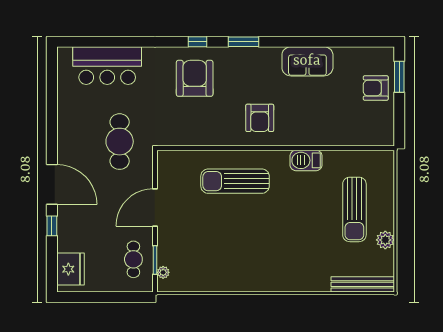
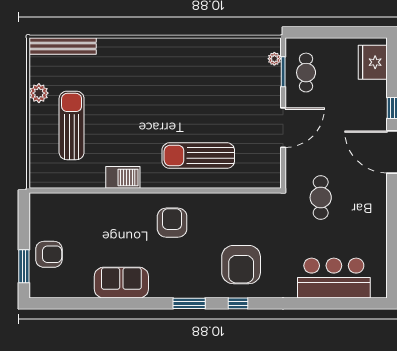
cafe table: (120, 142) -> (321, 198), width x0.73, depth x0.74
sun lounger: (235, 181) -> (198, 156), turned 180

